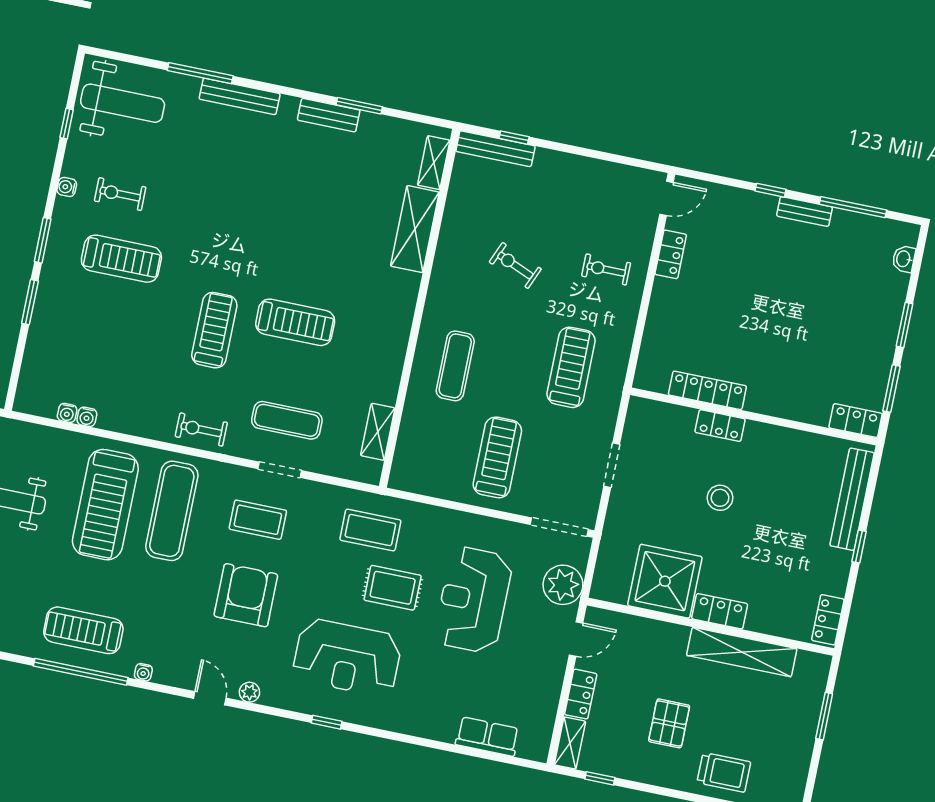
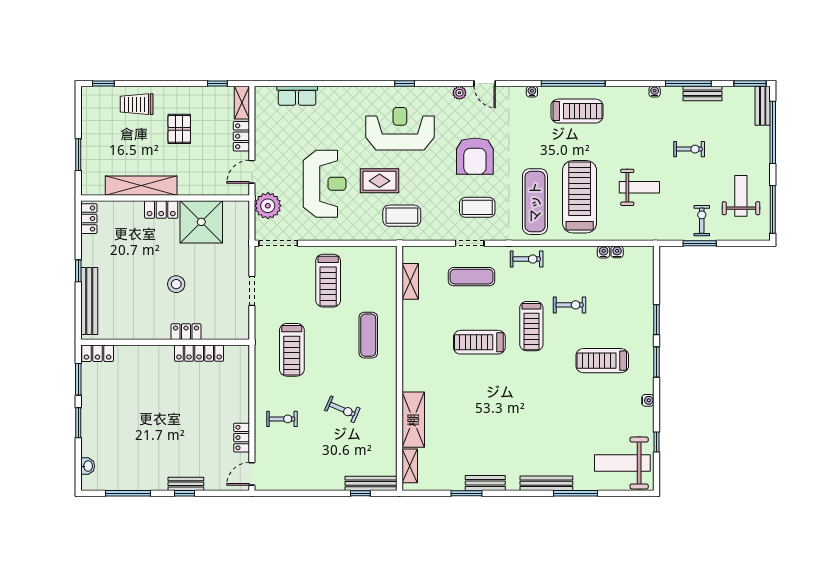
exercise bike: (120, 194) -> (570, 305), moved
bench: (805, 212) -> (186, 484), moved

